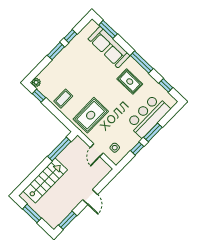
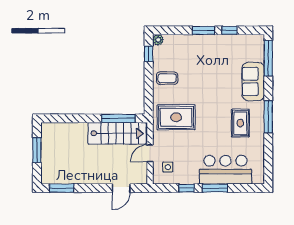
window: (108, 29) -> (268, 58), width x1.44
sofa: (109, 47) -> (253, 82), width x0.73
window: (166, 85) -> (268, 159), removed
stairs: (45, 180) -> (117, 133), moved
door: (90, 197) -> (121, 188), moved

